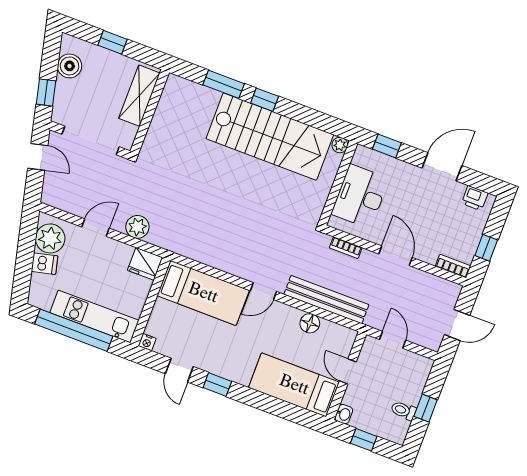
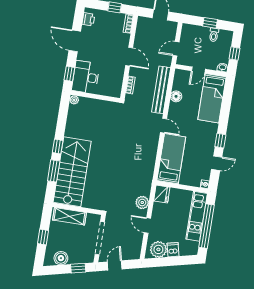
stairs: (270, 137) -> (72, 172), moved
desk: (360, 196) -> (86, 77), moved, turned 90
door: (396, 256) -> (129, 57), swing flipped

